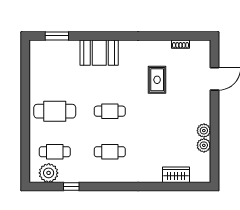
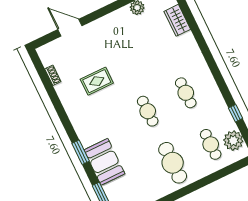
window: (102, 36) -> (81, 152), added
booth: (99, 53) -> (104, 162), moved
plant: (204, 131) -> (123, 14), removed

